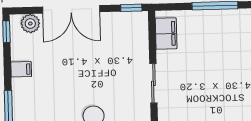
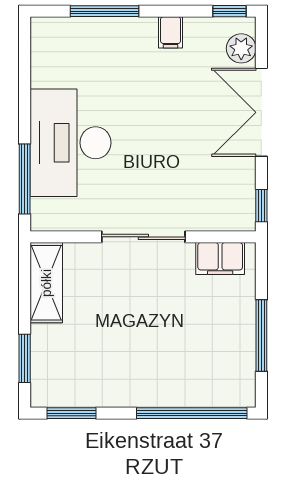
sliding door: (153, 83) -> (143, 237), width x1.37

